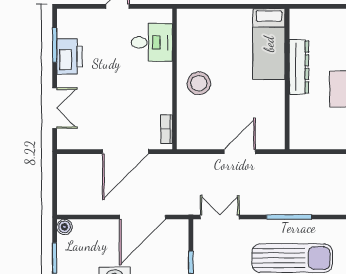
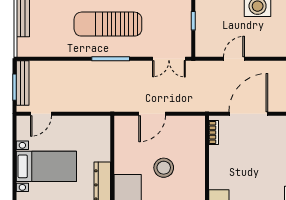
stool: (199, 83) -> (164, 168), moved
door: (142, 217) -> (234, 59), width x0.53

